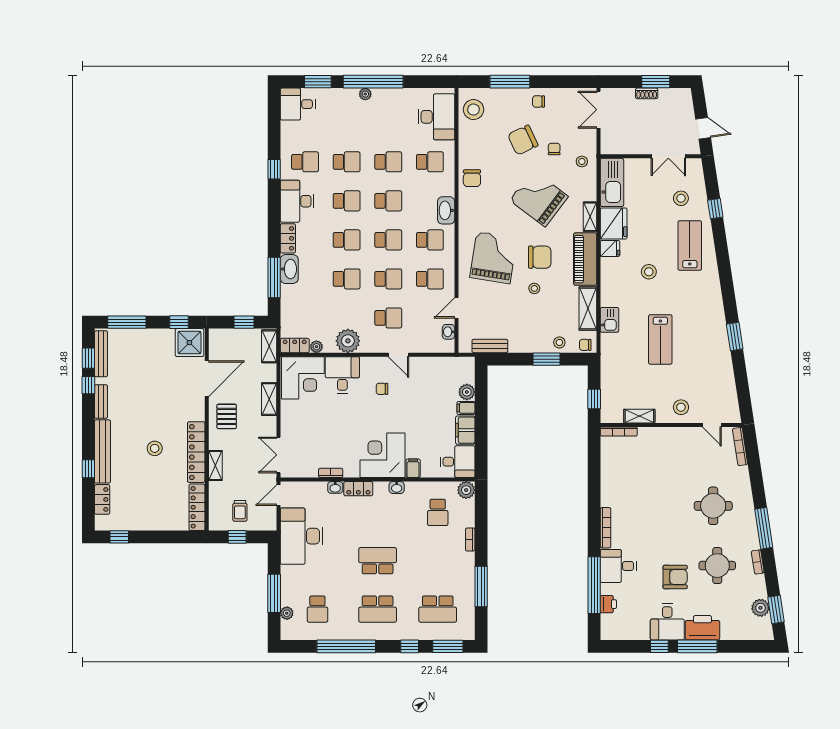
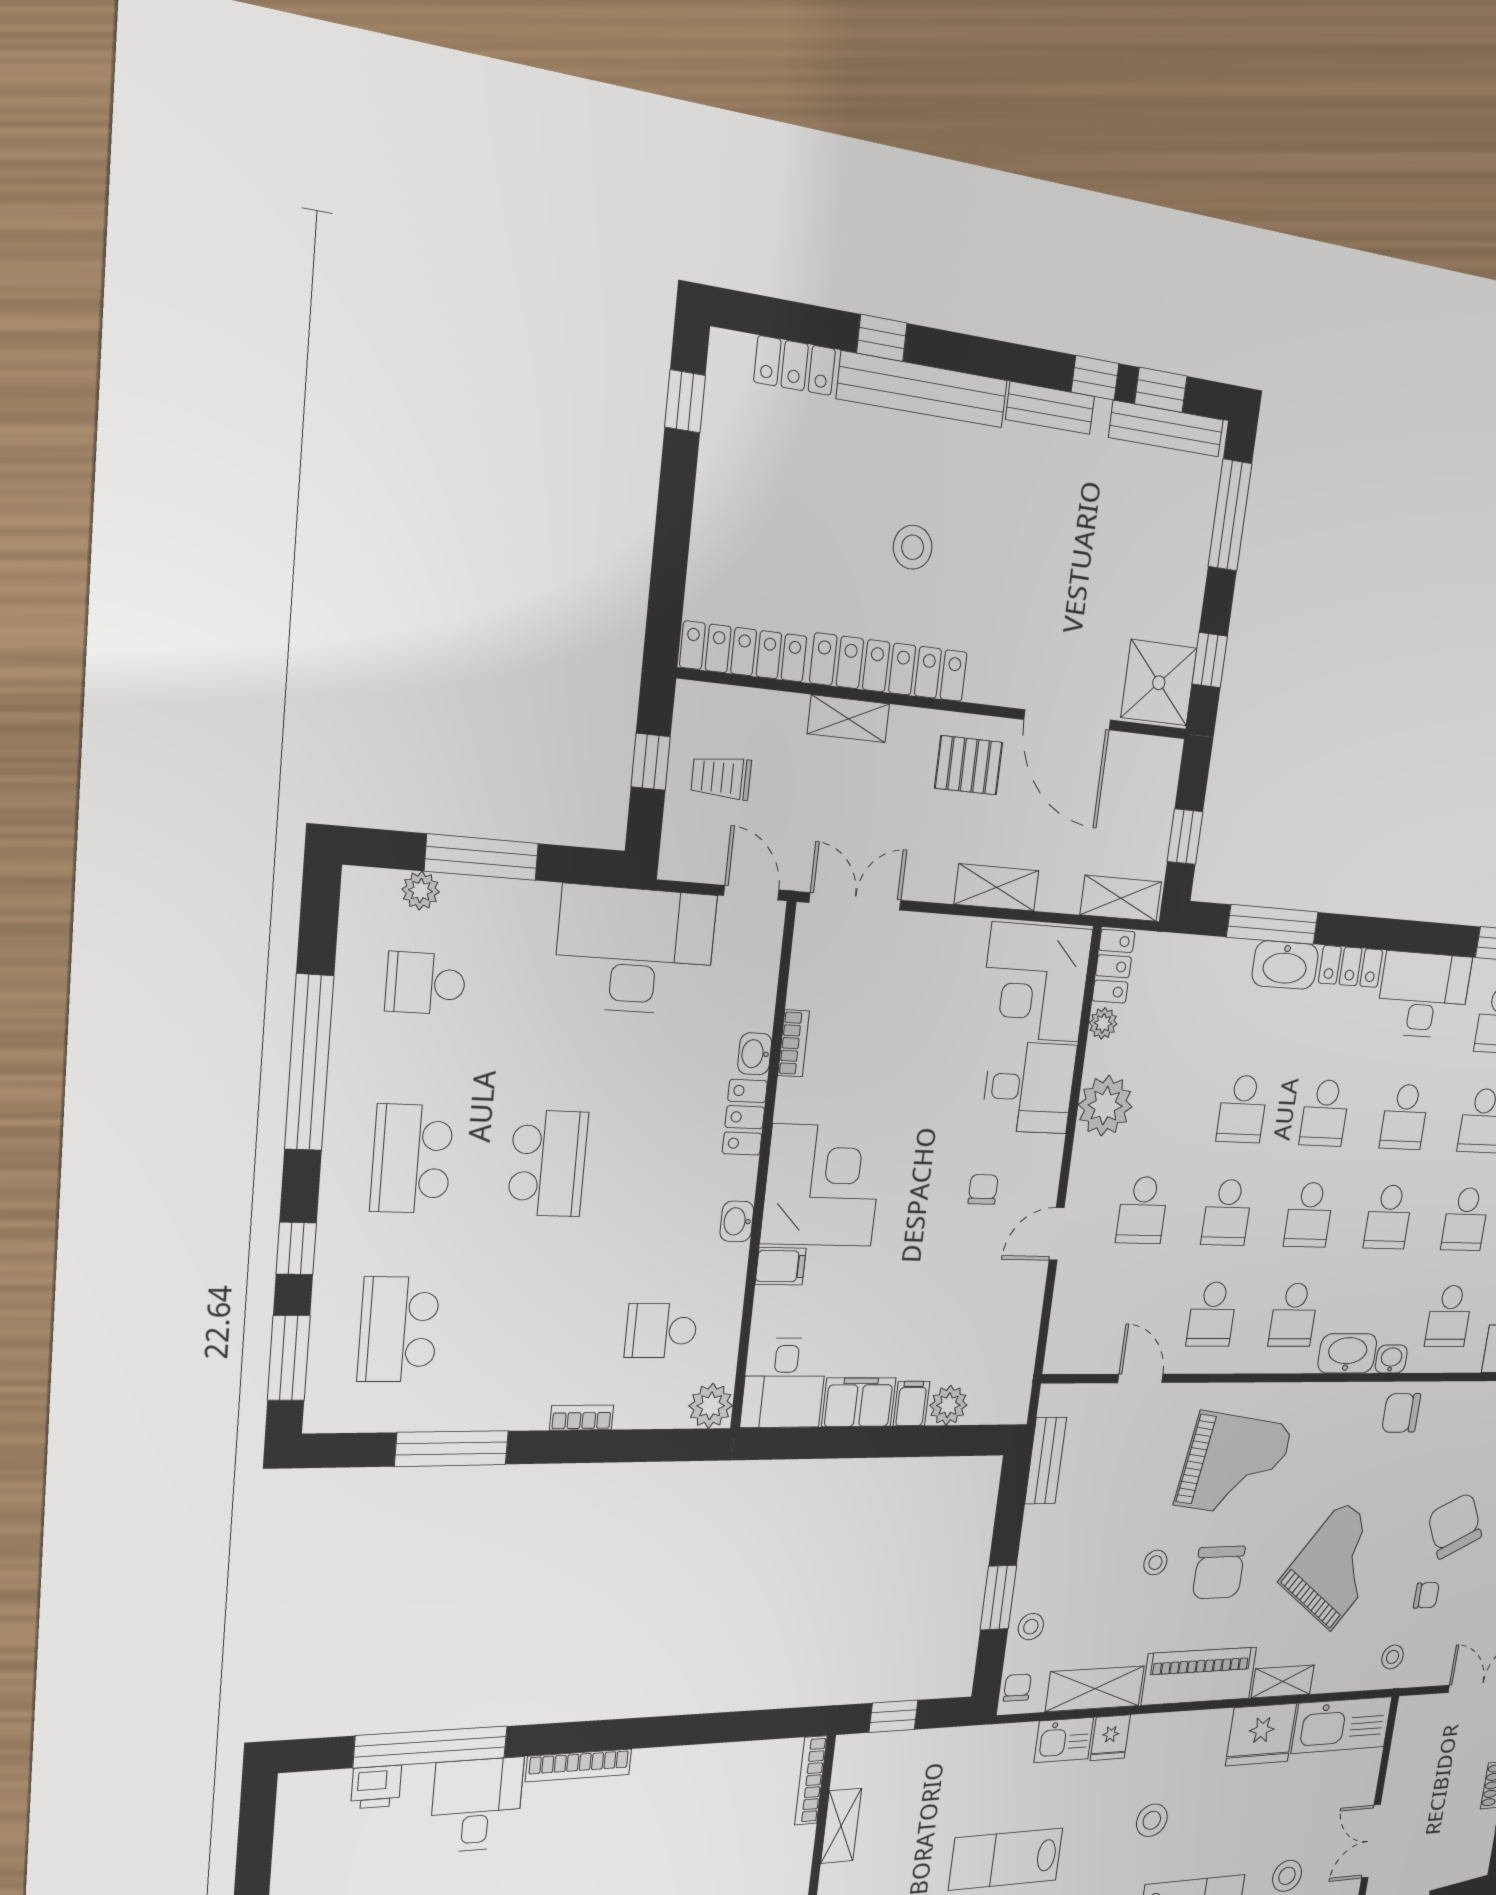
fridge: (610, 248) -> (1110, 1738), moved
washbasin: (449, 332) -> (1391, 1359), moved

